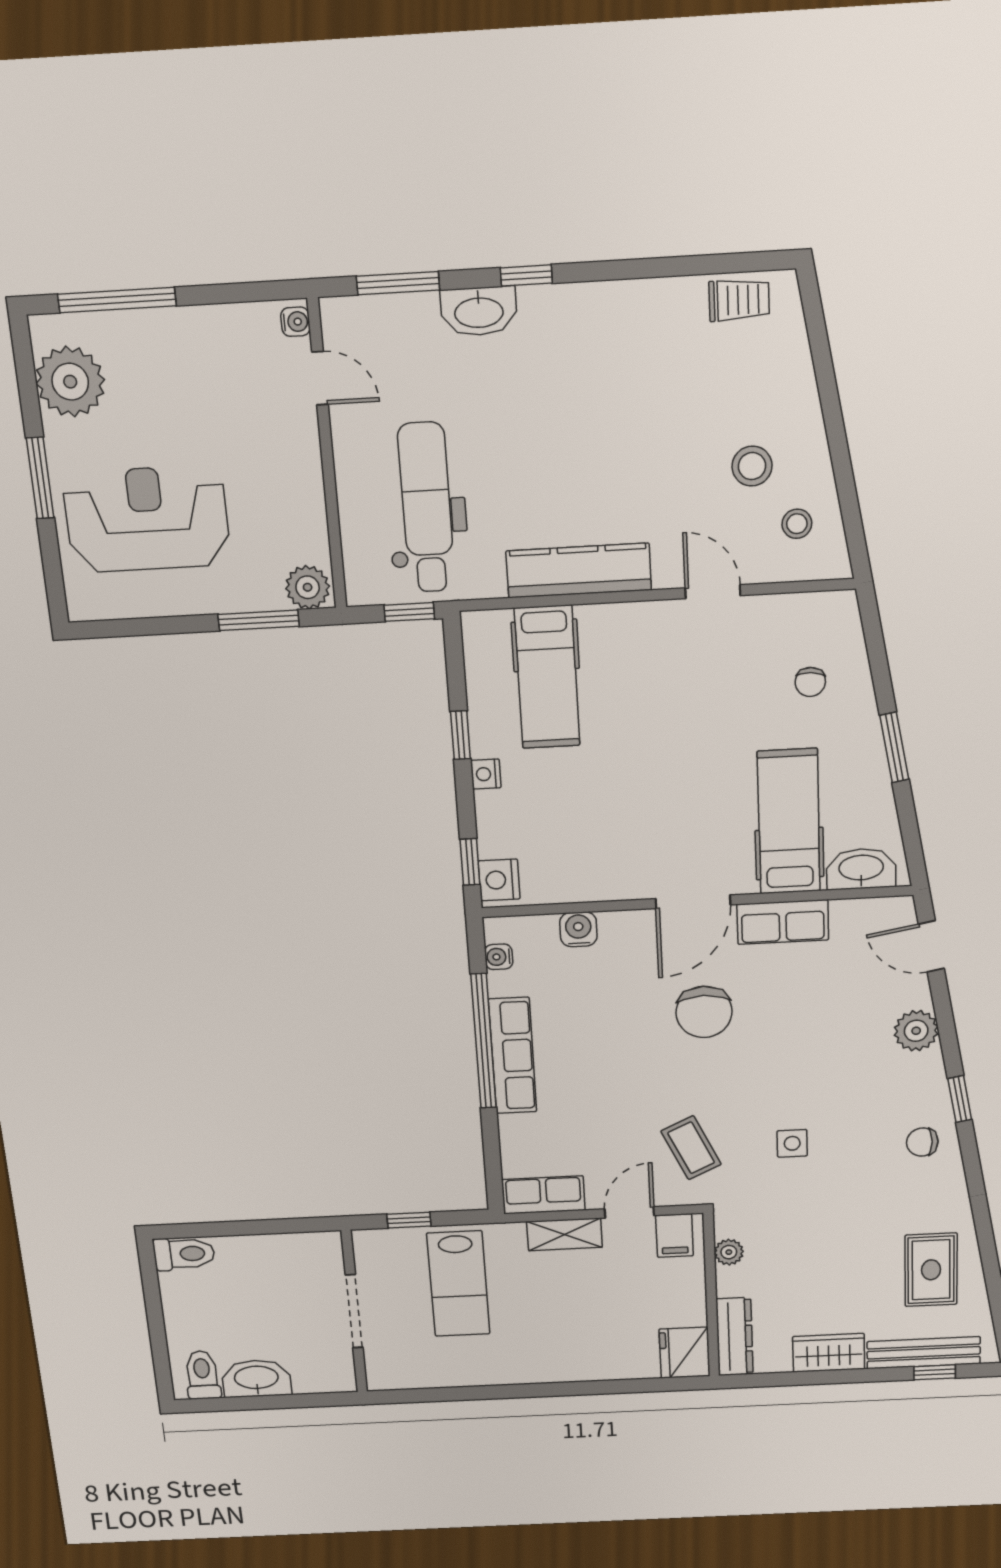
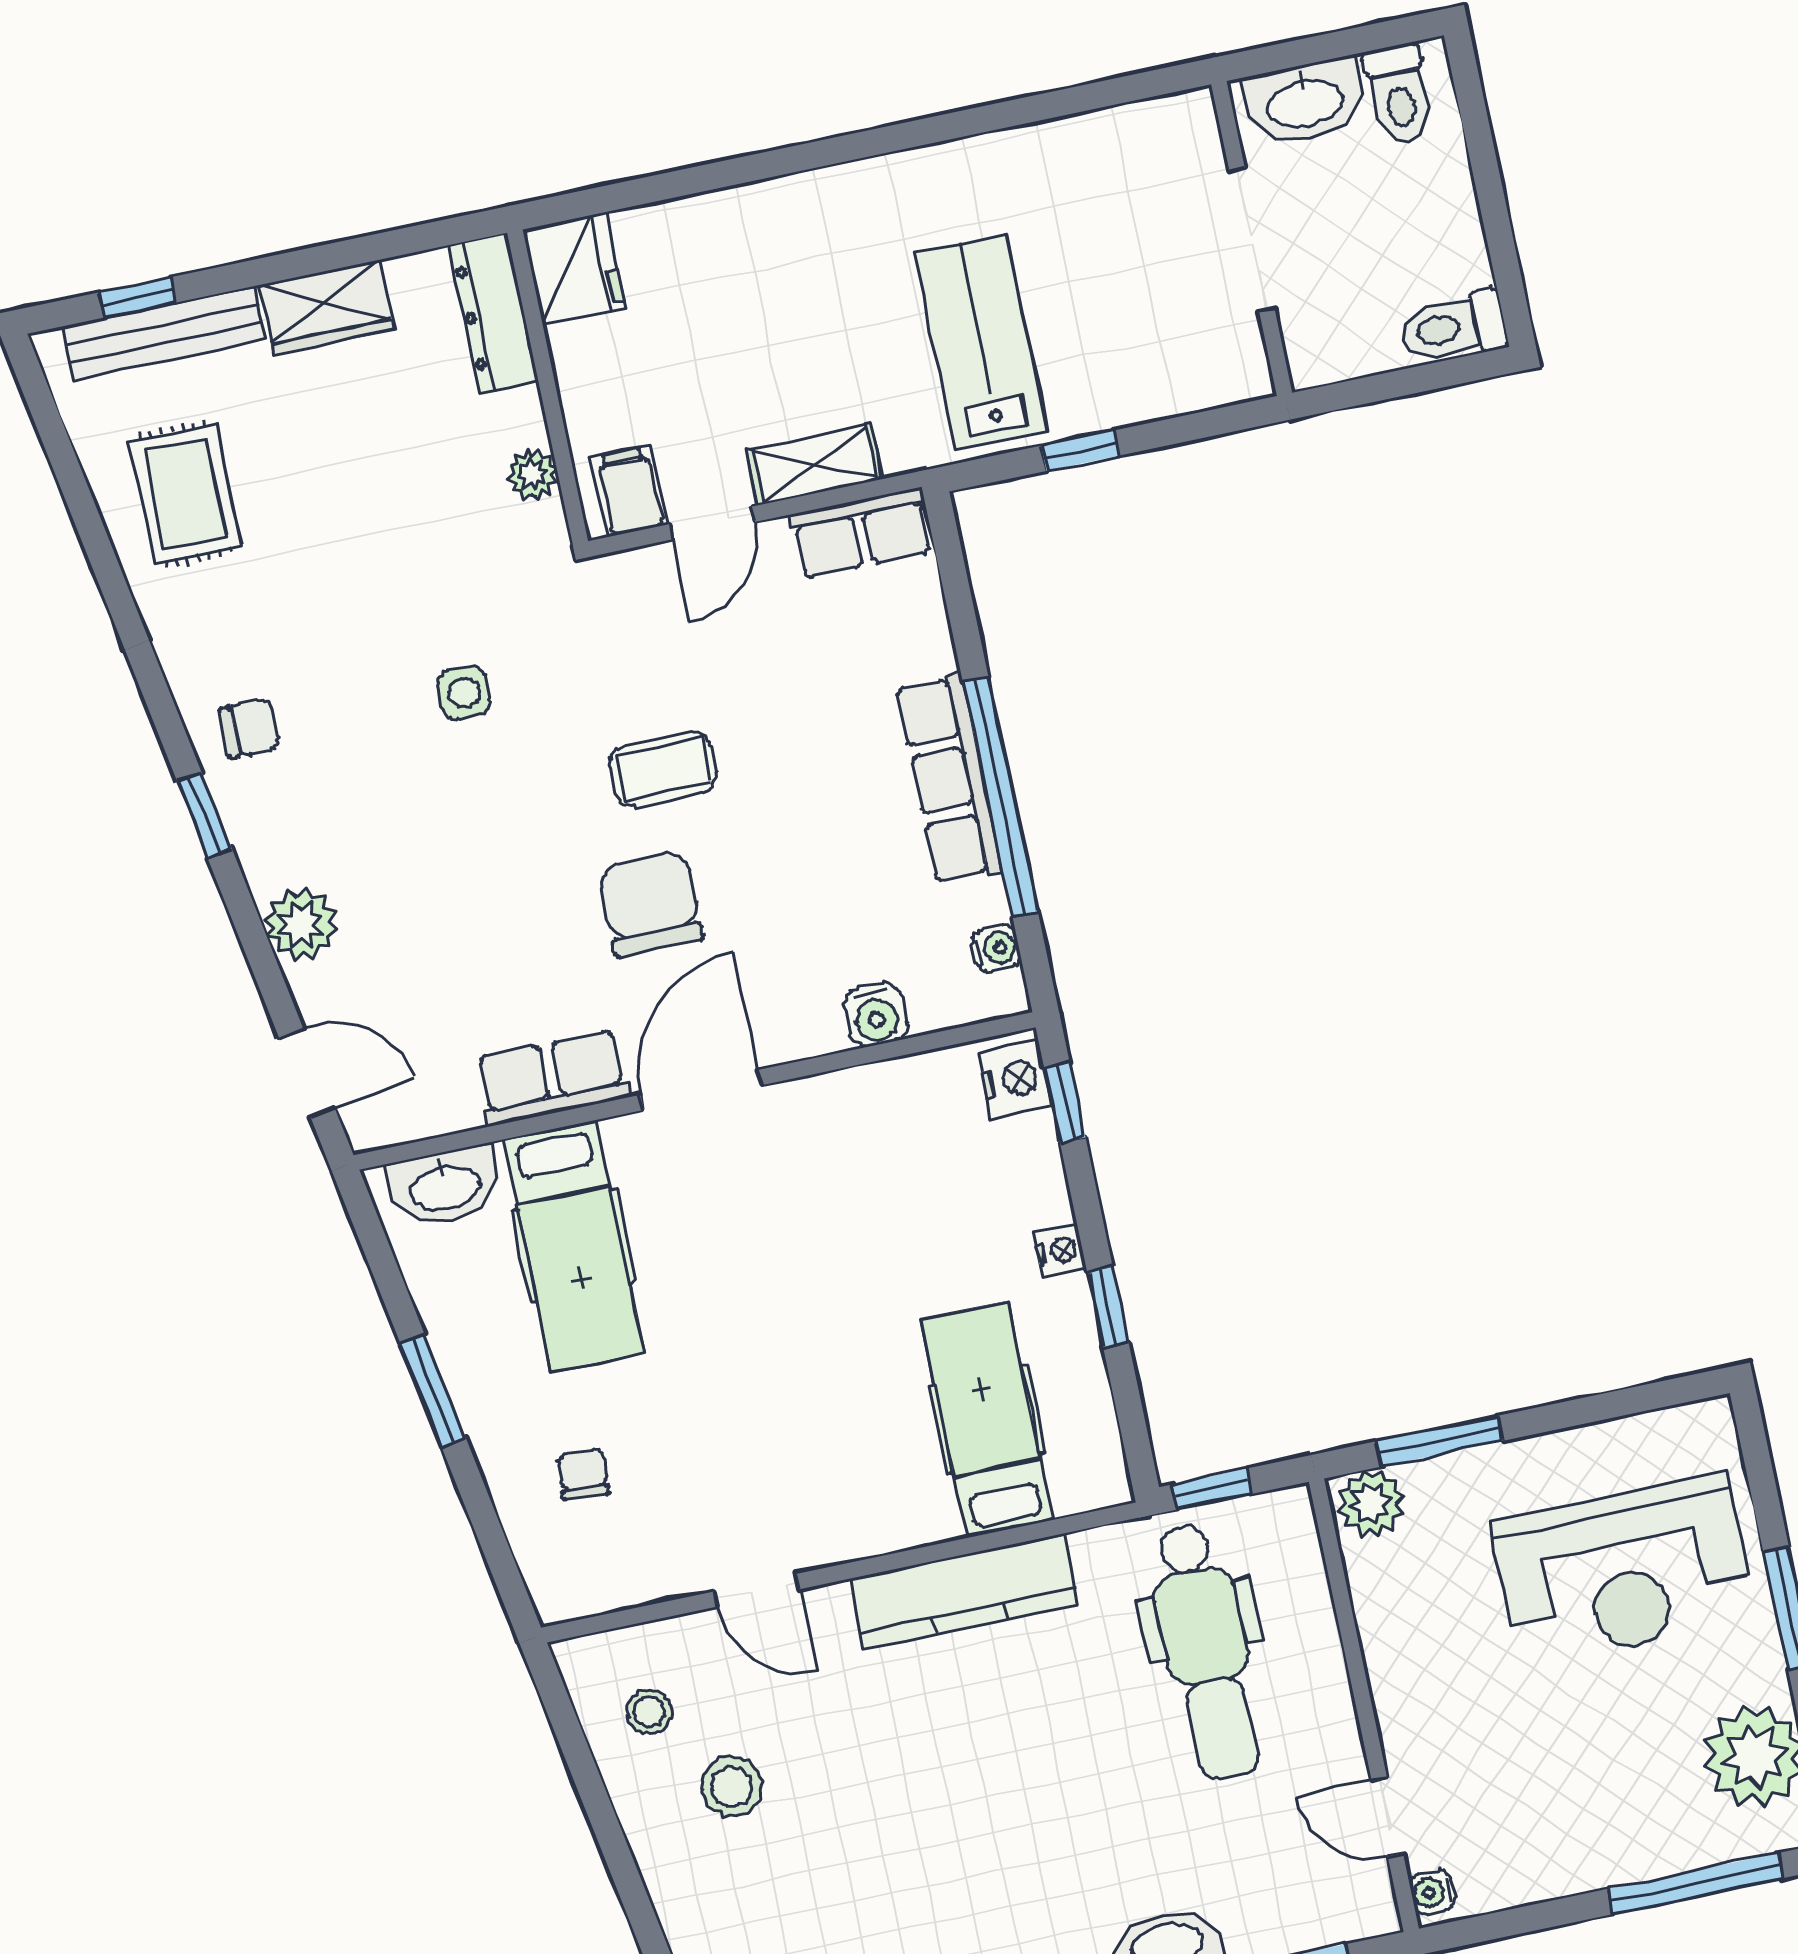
coffee table: (691, 1148) -> (663, 769), moved, turned -65
doorway: (354, 1311) -> (1252, 240), moved
wall: (354, 1312) -> (1252, 239), moved

